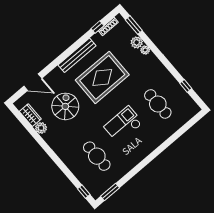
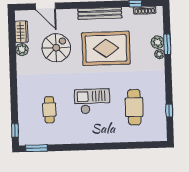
window: (134, 25) -> (167, 44), moved
cafe table: (97, 156) -> (49, 110), width x0.73, depth x0.74

